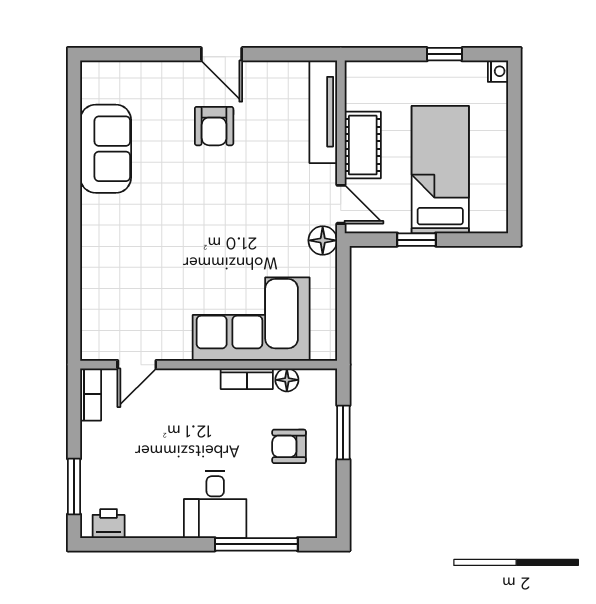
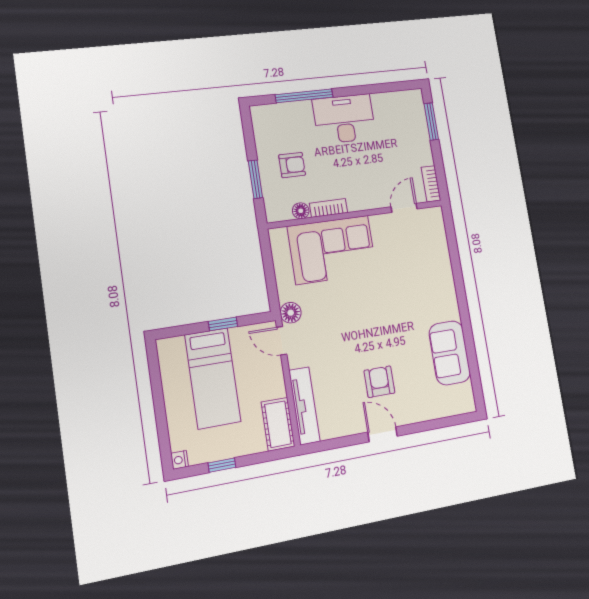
cot: (363, 145) -> (278, 424), moved
desk: (215, 504) -> (344, 119), width x1.37
printer: (109, 524) -> (405, 100), removed

